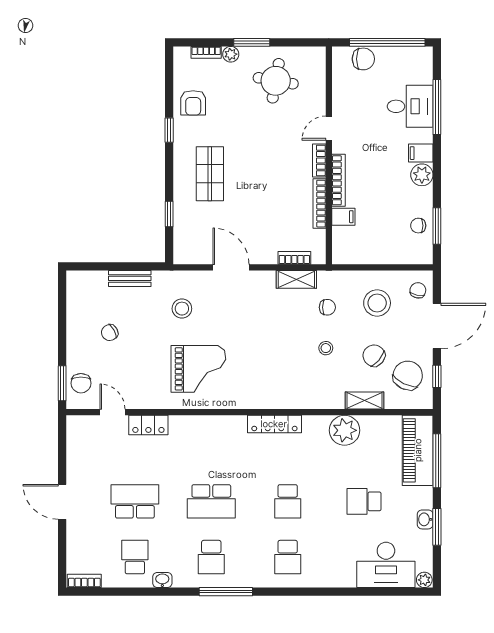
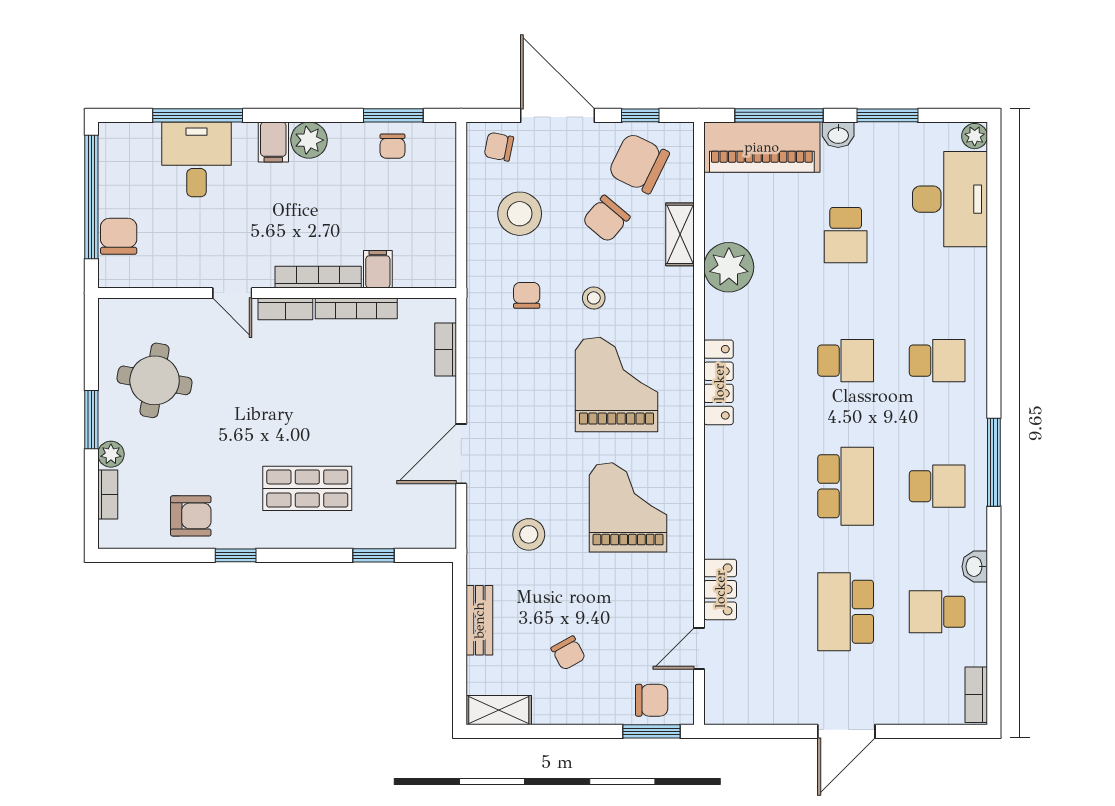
shelving: (296, 279) -> (499, 710), moved, turned 90
grand piano: (273, 362) -> (616, 384), added
washbasin: (425, 519) -> (838, 135), moved

